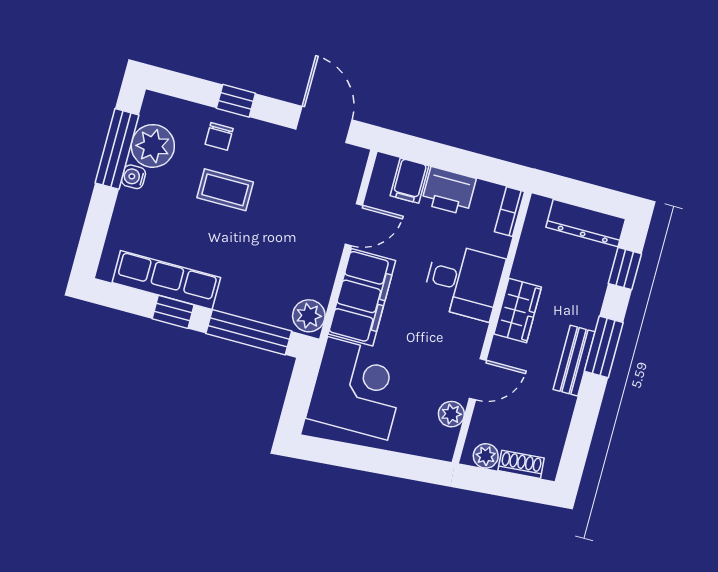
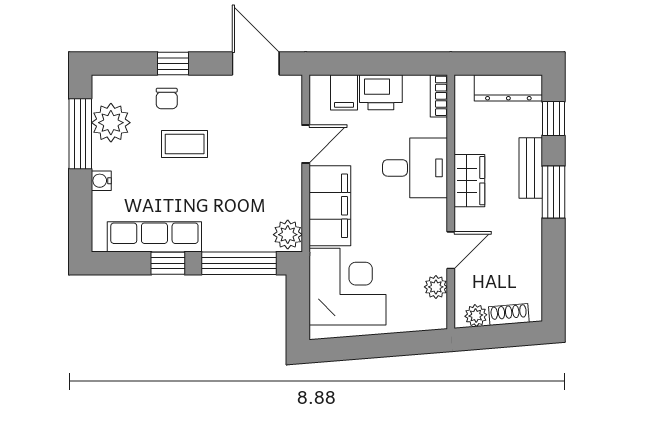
water cooler: (133, 177) -> (101, 181), moved
bench: (574, 361) -> (531, 168), moved

